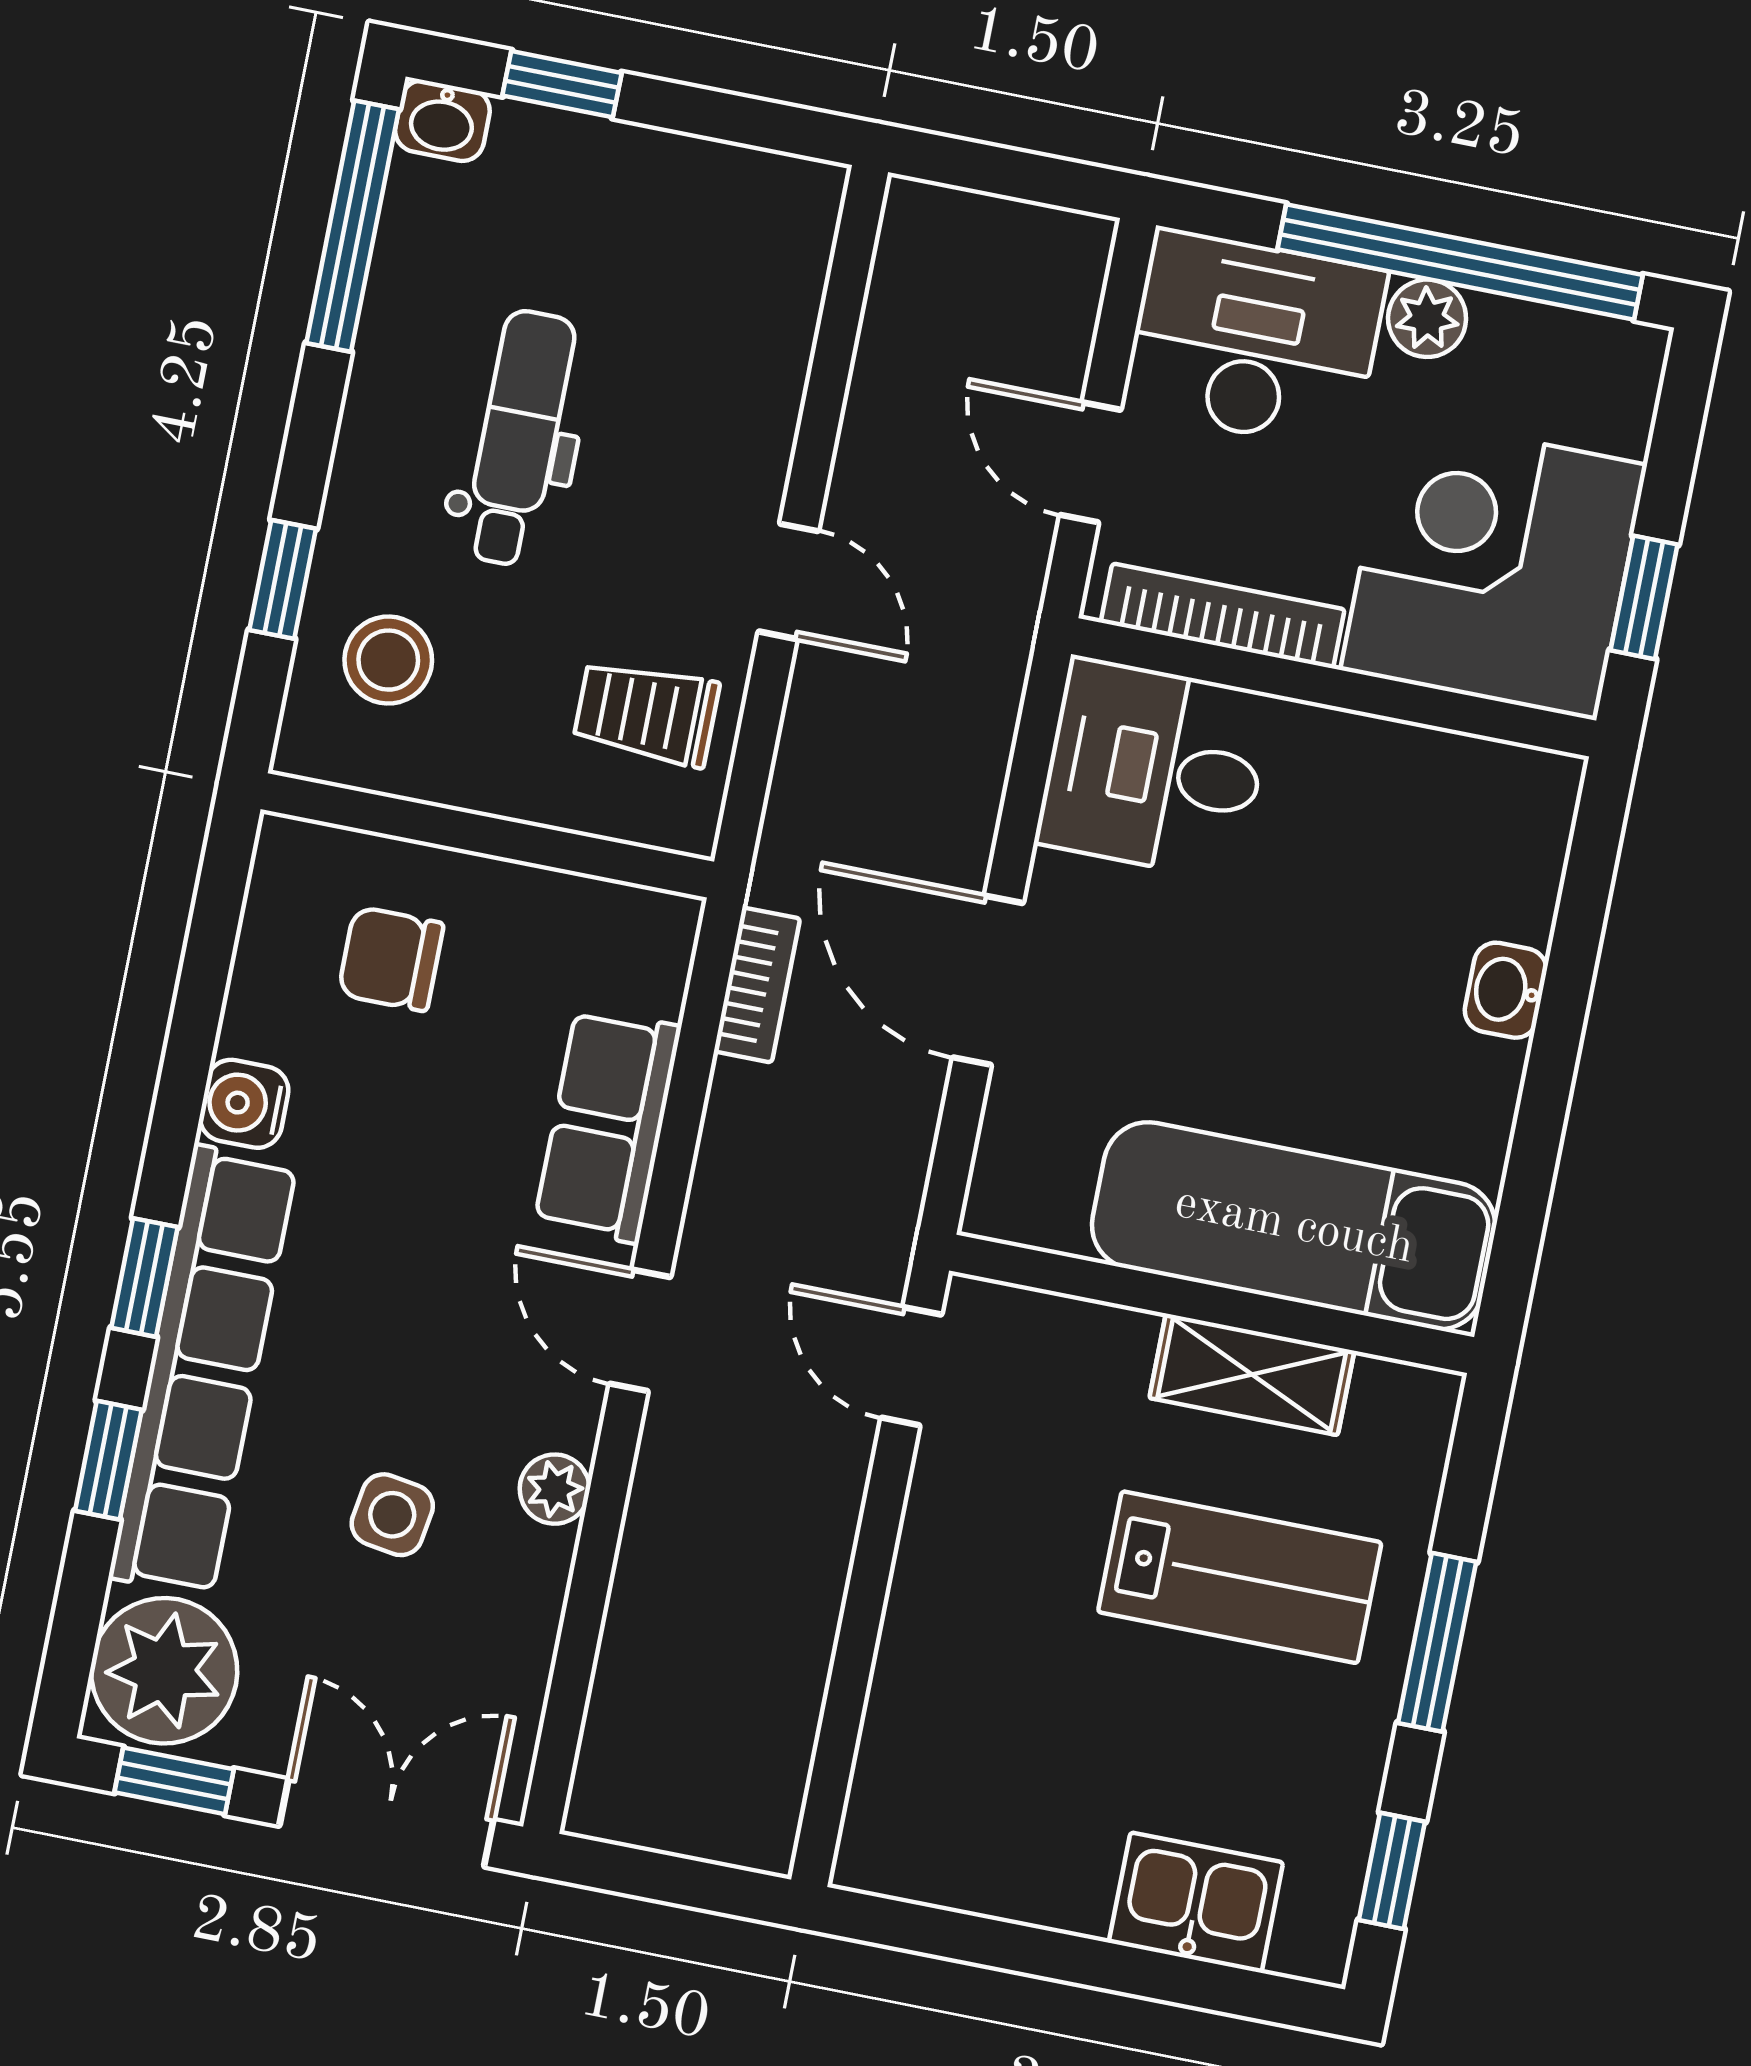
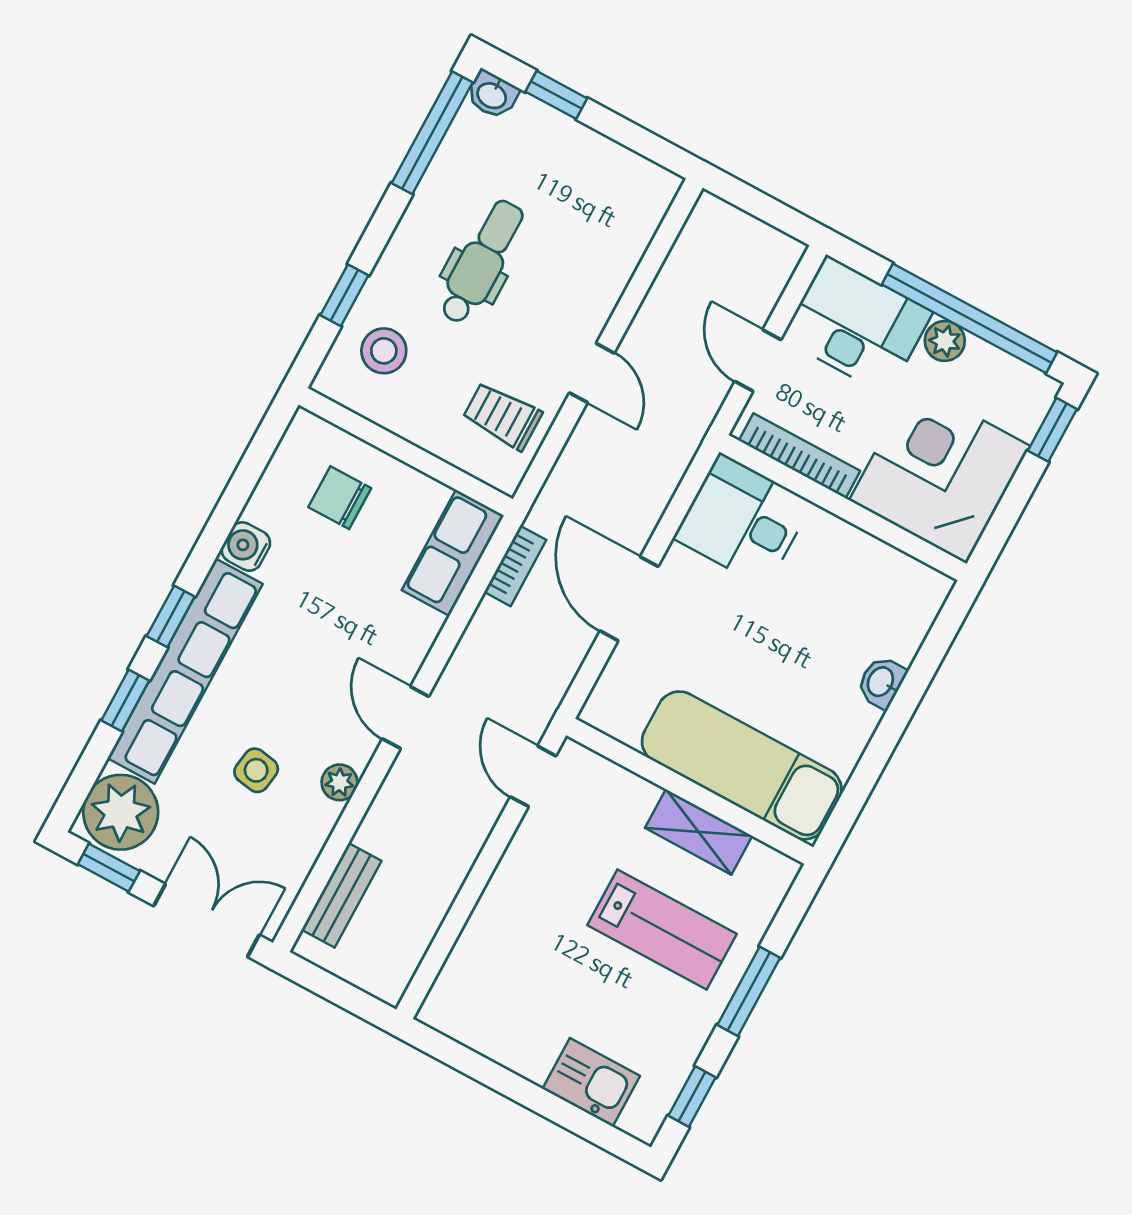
window: (1644, 597) -> (1052, 430), moved
row of seats: (608, 1125) -> (453, 553), moved
bench: (623, 1698) -> (341, 895), added

